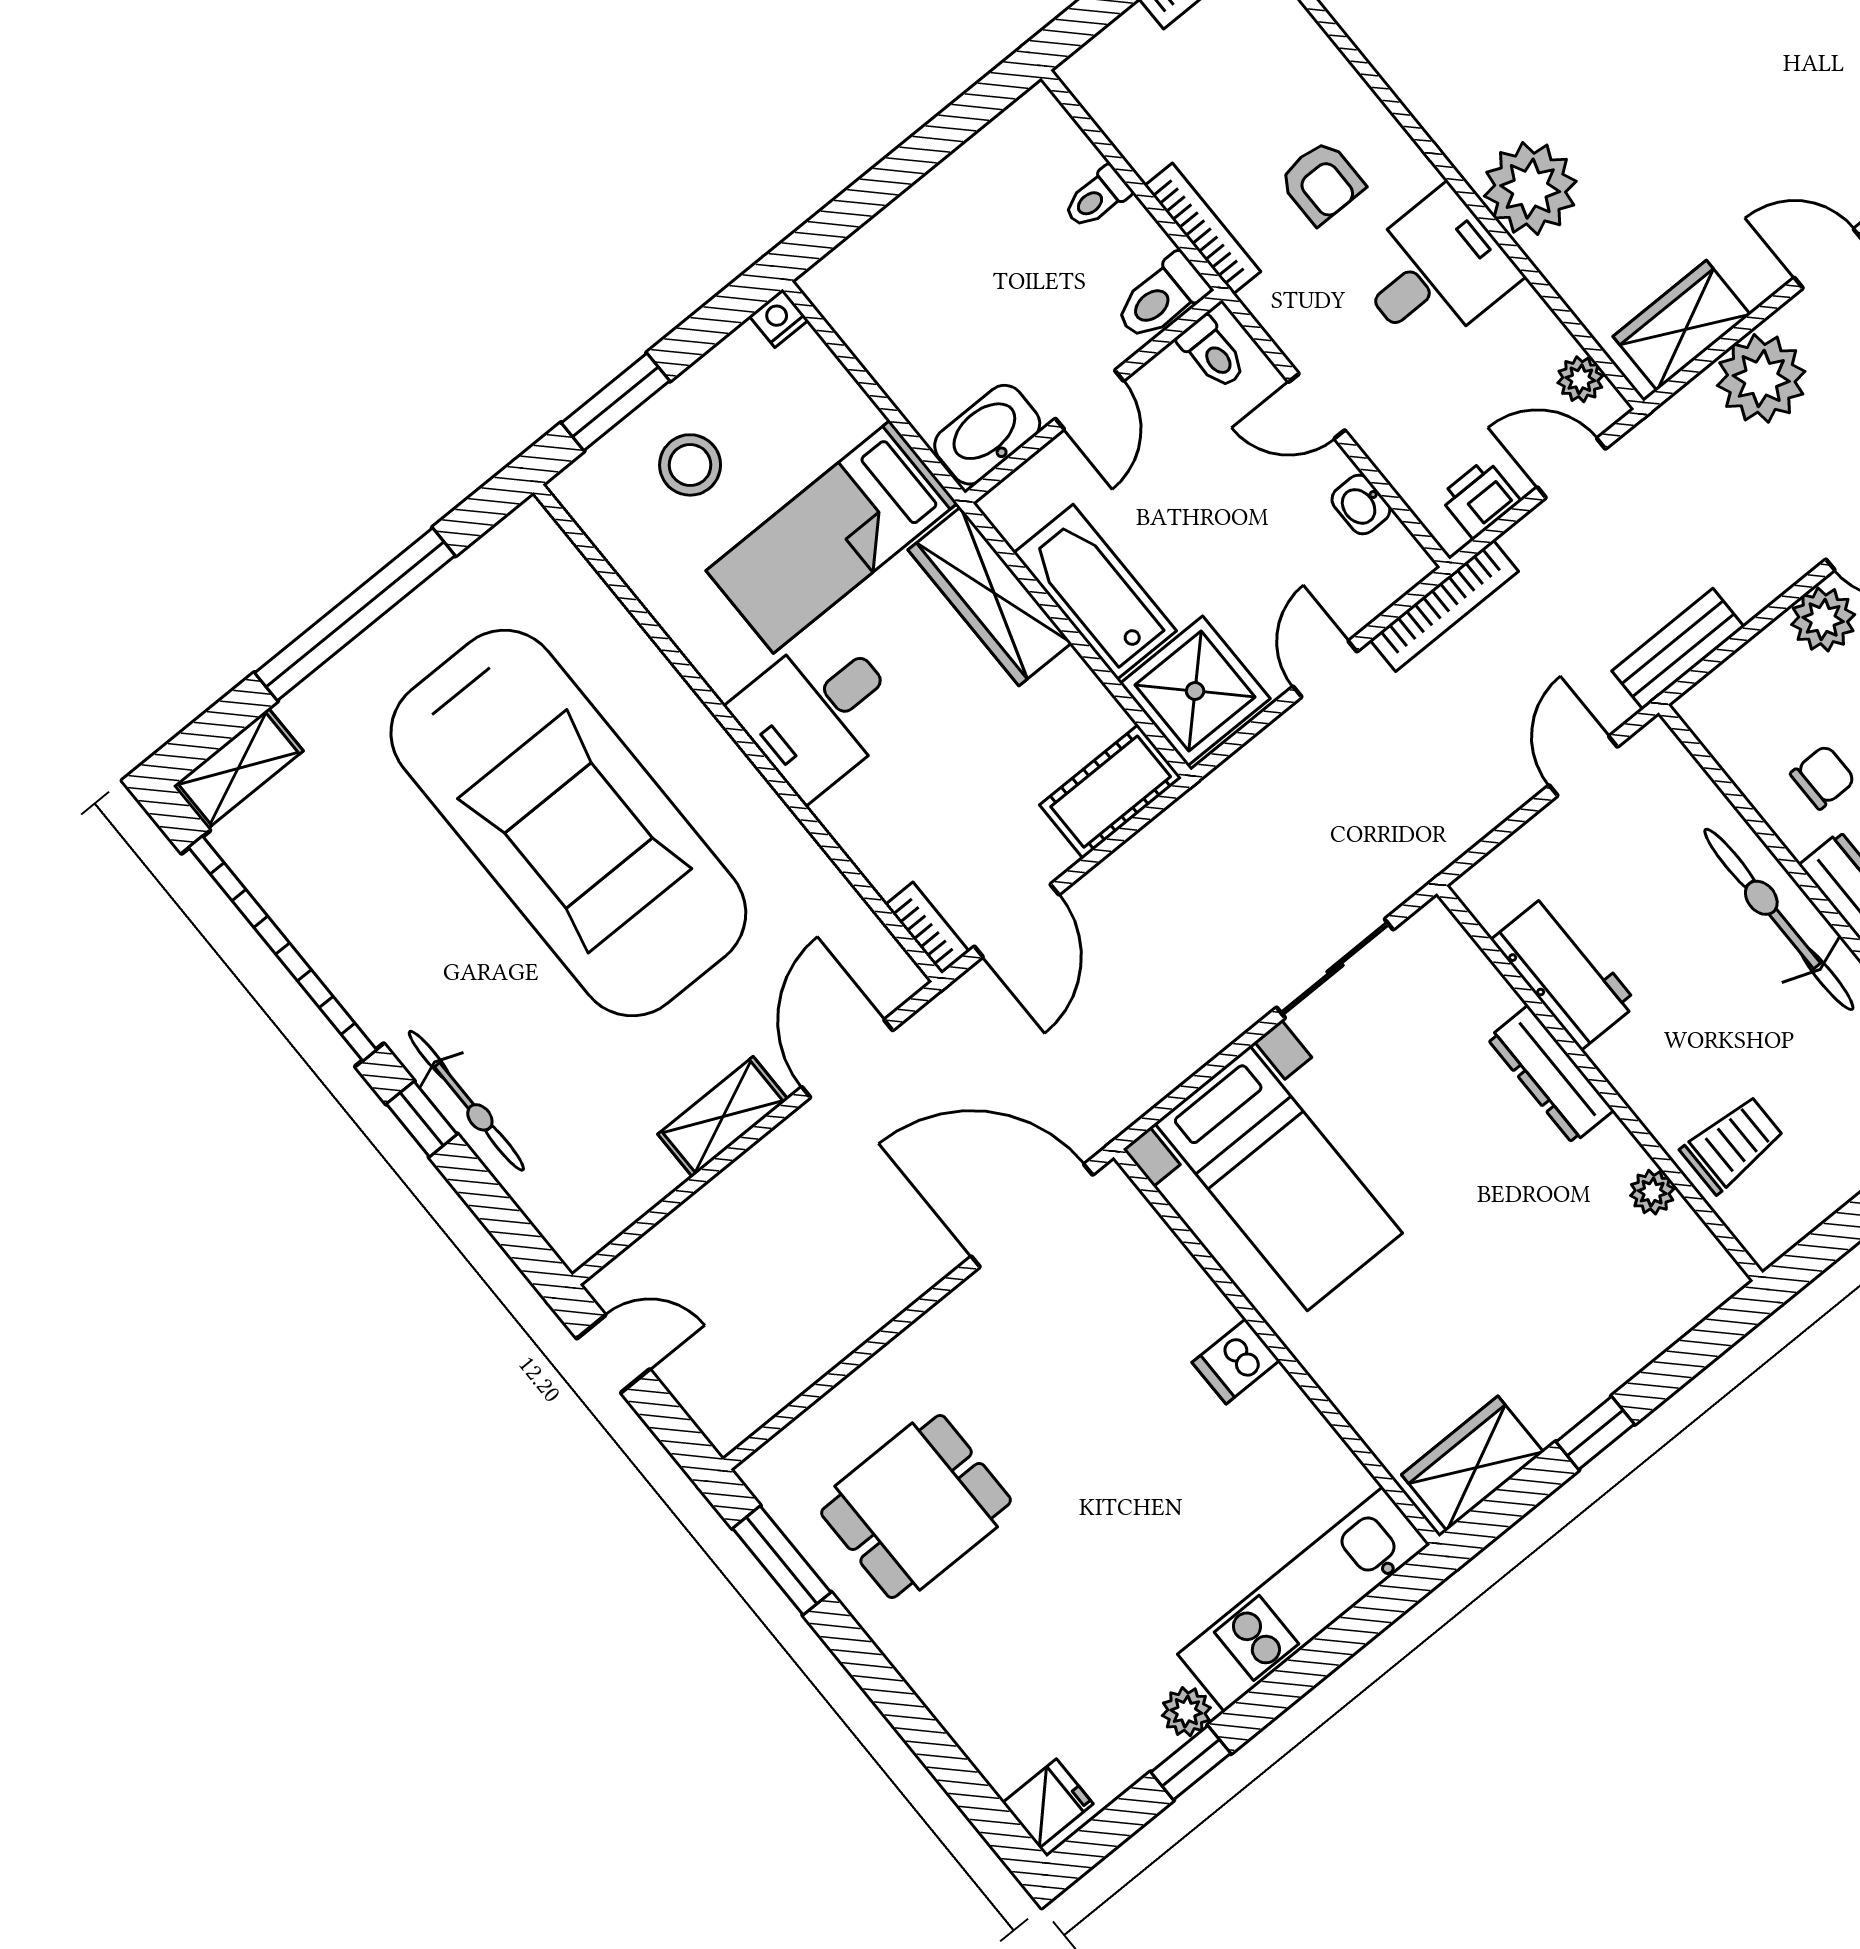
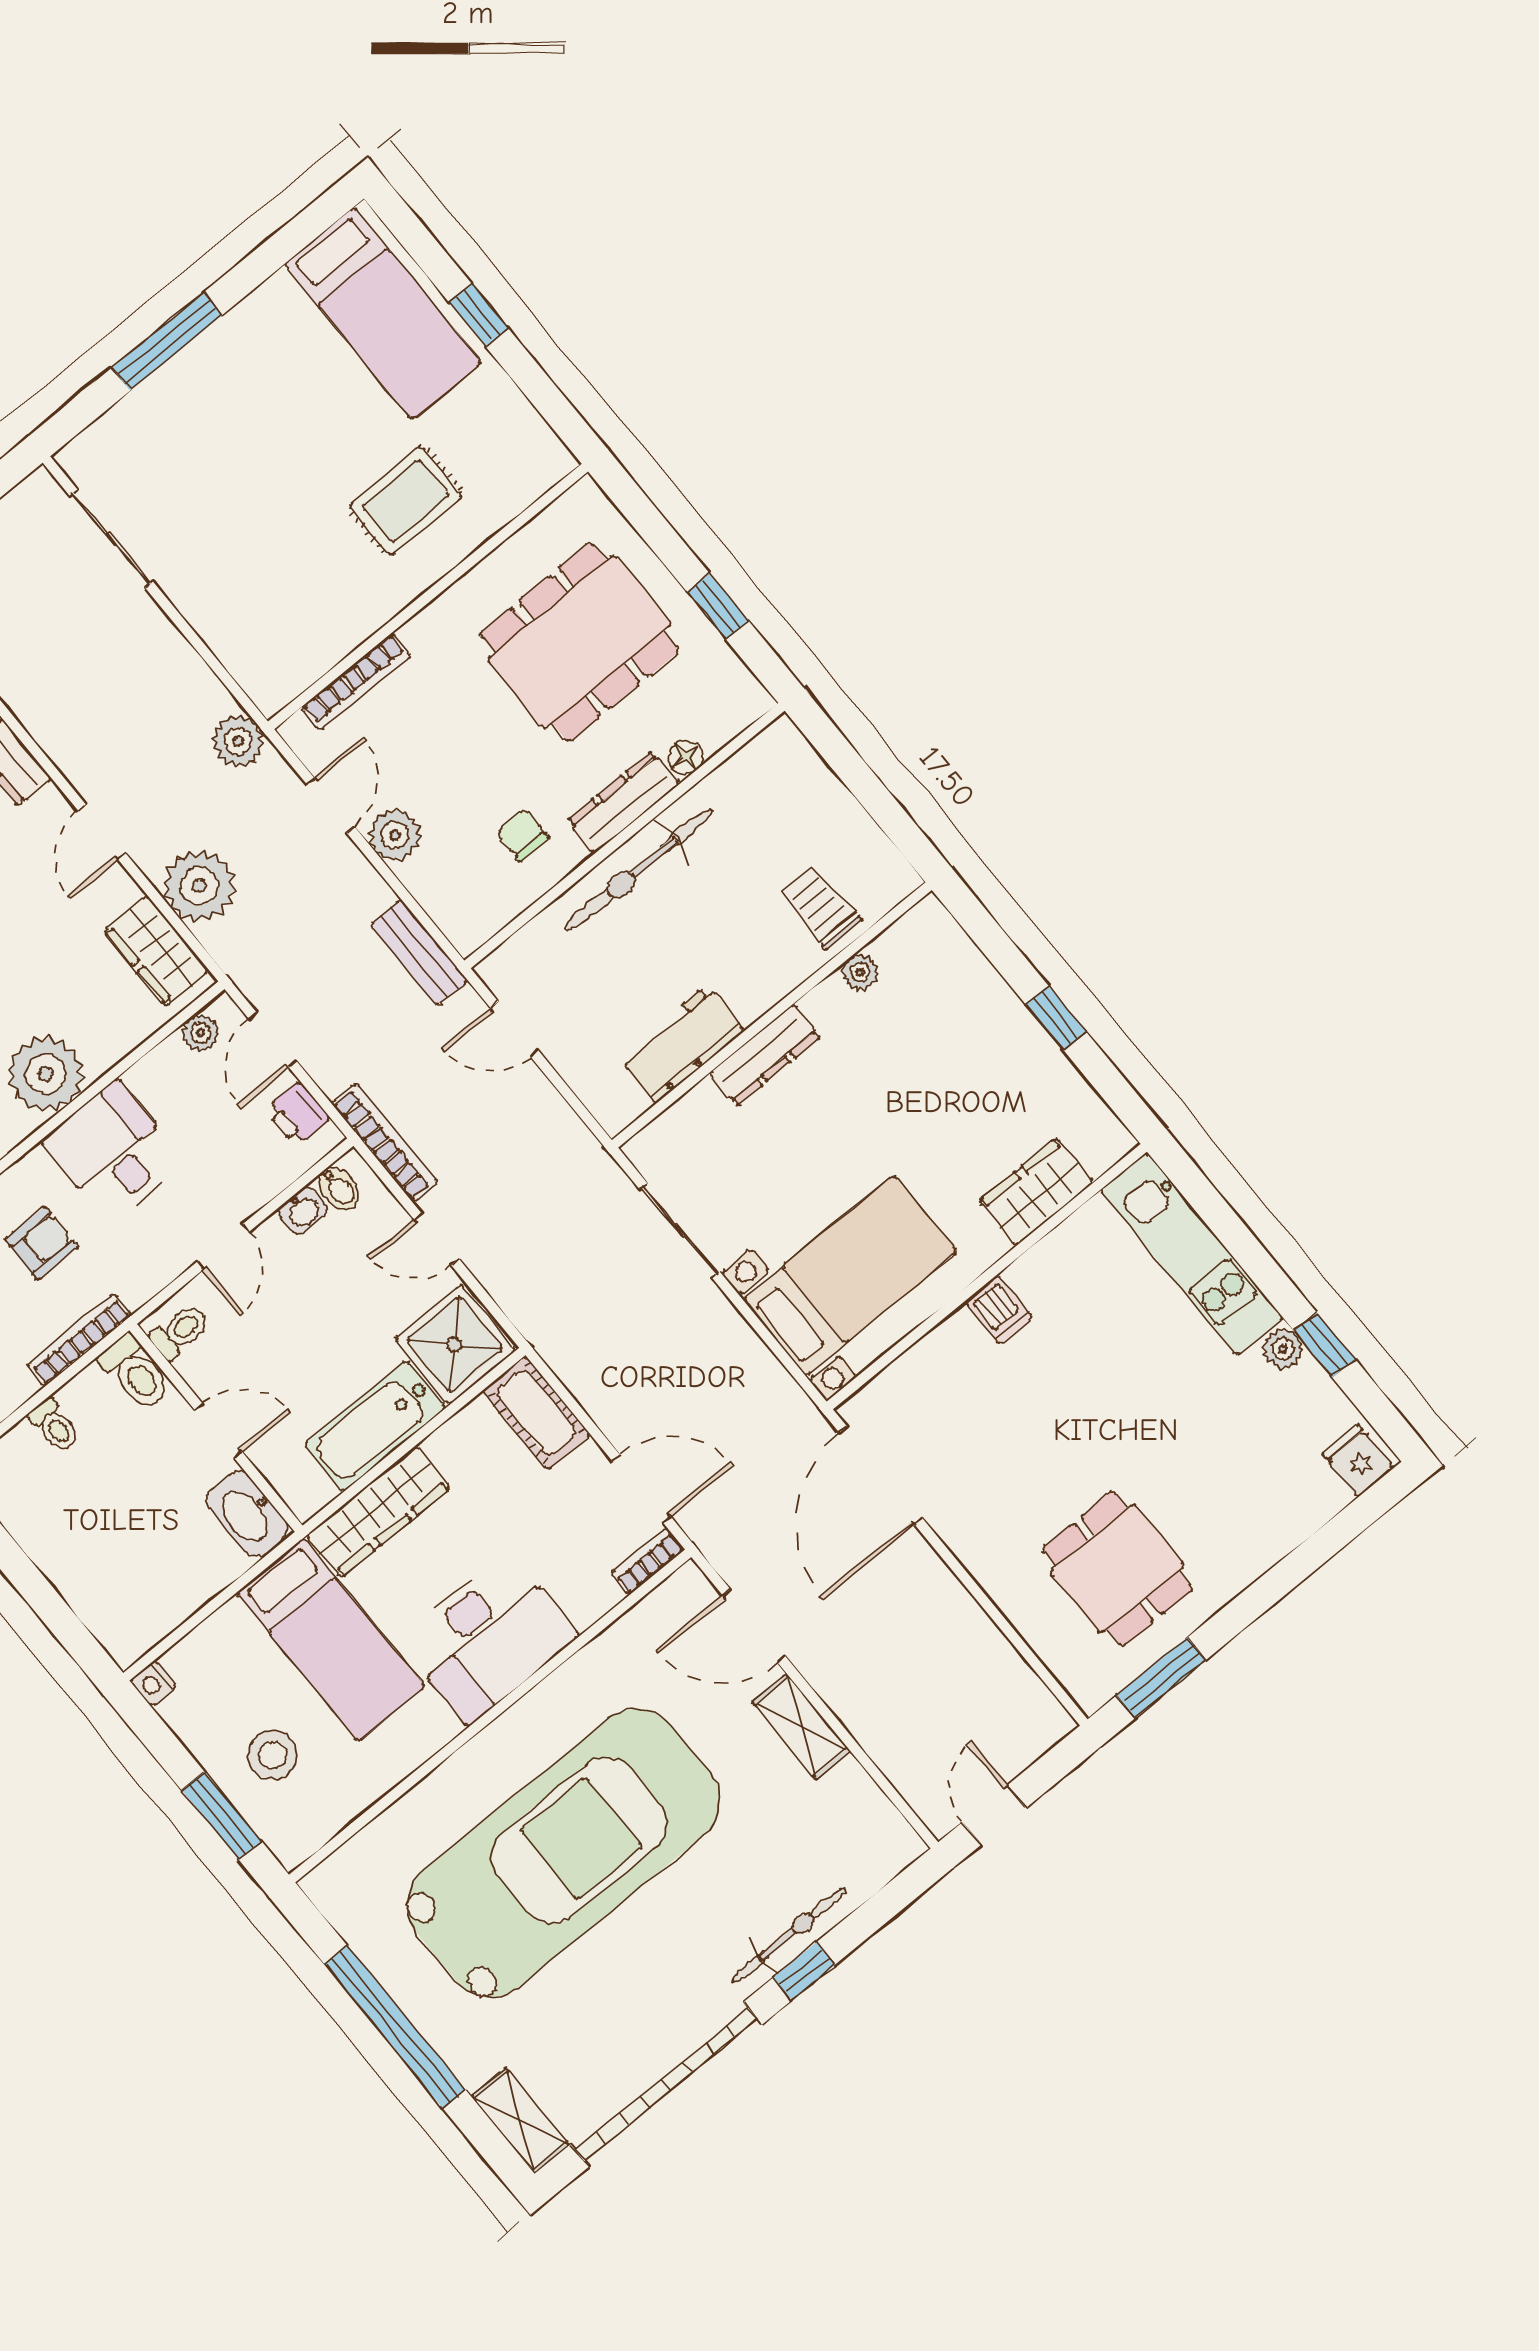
bidet: (1388, 549) -> (339, 1188), added
desk: (819, 712) -> (488, 1638), width x1.37
wardrobe: (1472, 1463) -> (1036, 1192), moved, turned 90

